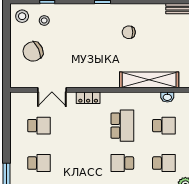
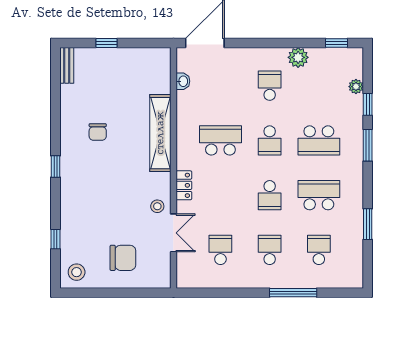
stool: (44, 20) -> (157, 206), moved
chair: (33, 51) -> (123, 258), turned -65
shelving: (149, 80) -> (160, 133), moved
school desk: (164, 126) -> (270, 195), moved, turned 180

